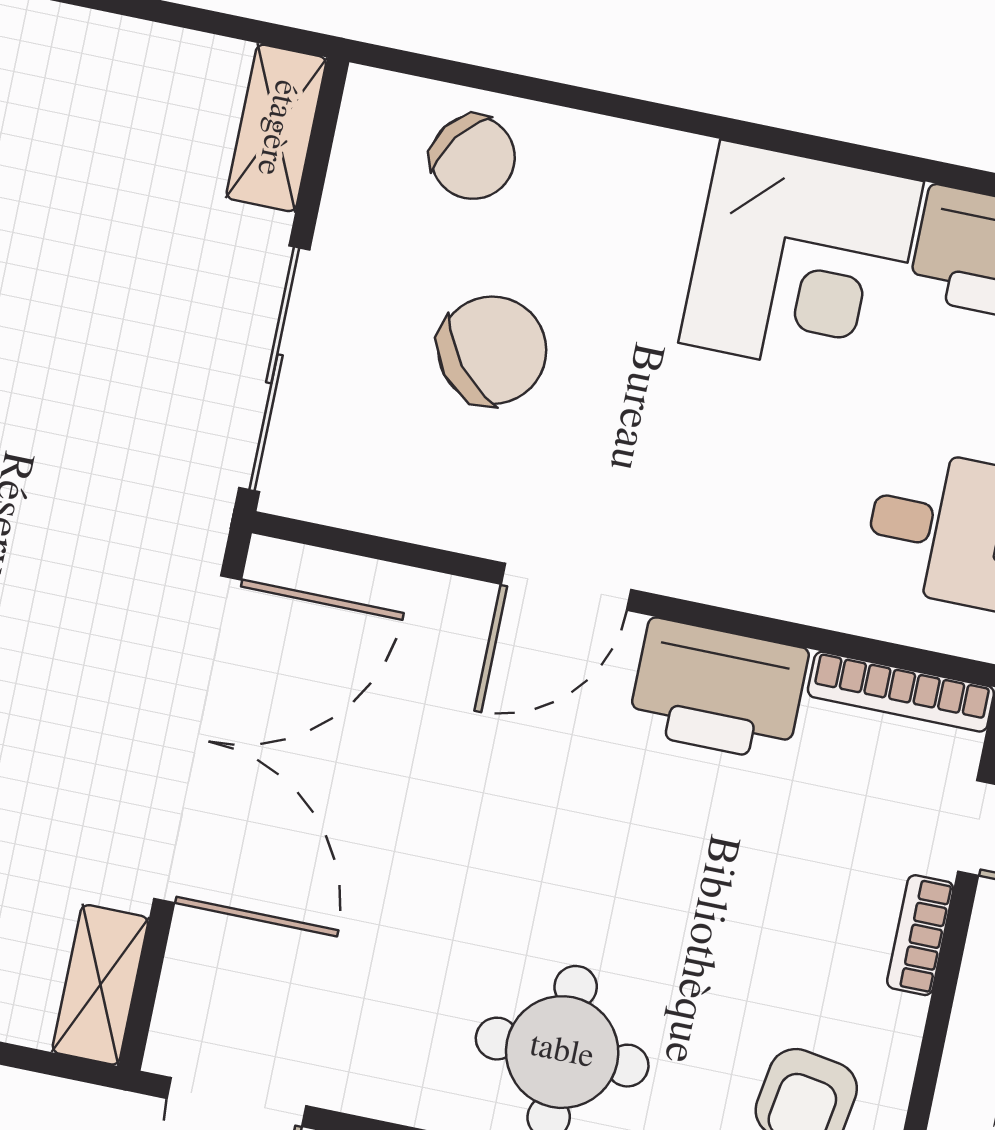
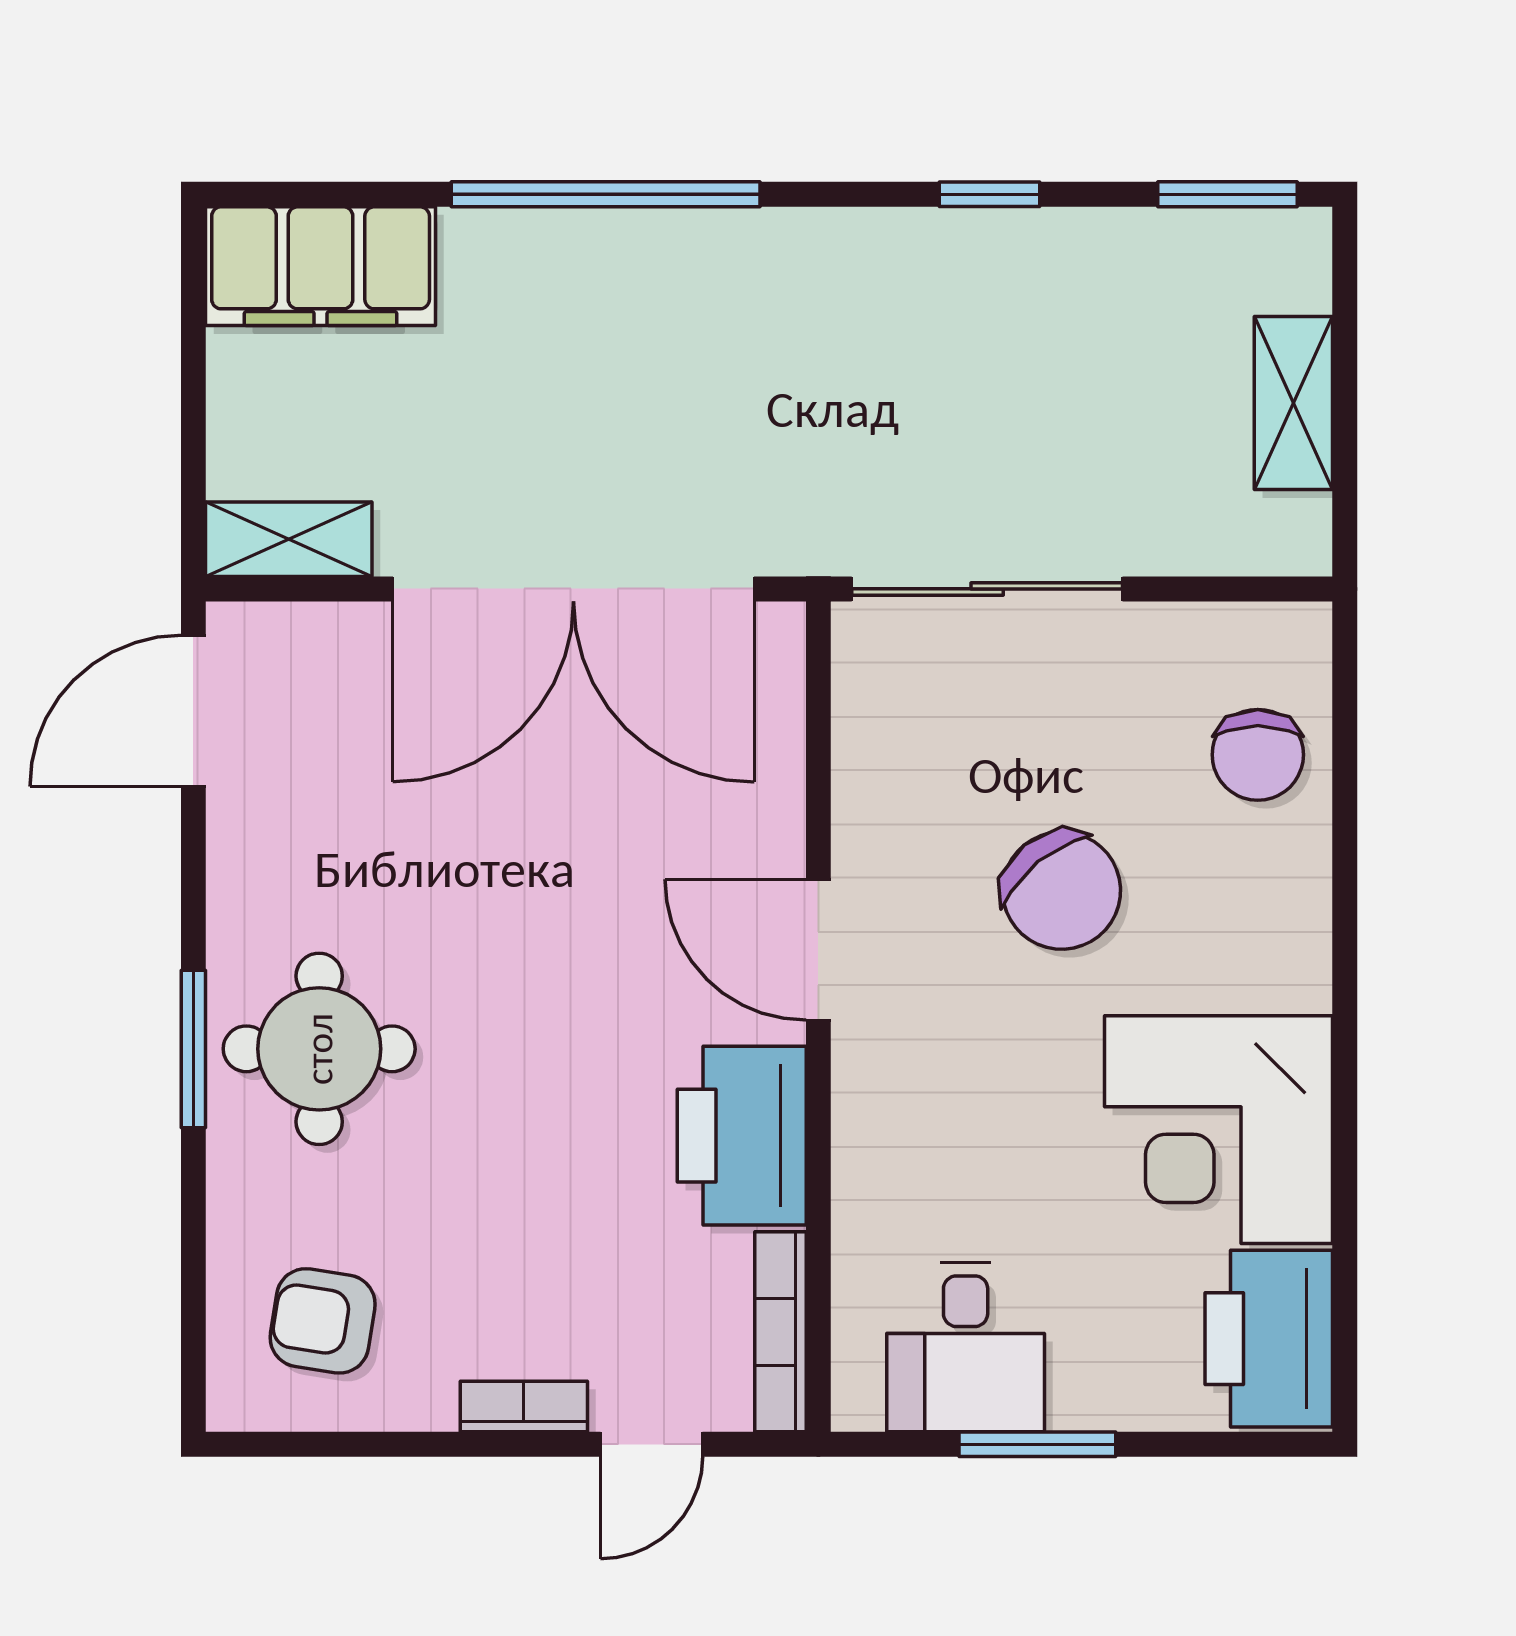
shelving: (276, 128) -> (1293, 403), moved, turned 90
chair: (473, 157) -> (1258, 755), turned -36
chair: (492, 350) -> (1062, 891), moved

